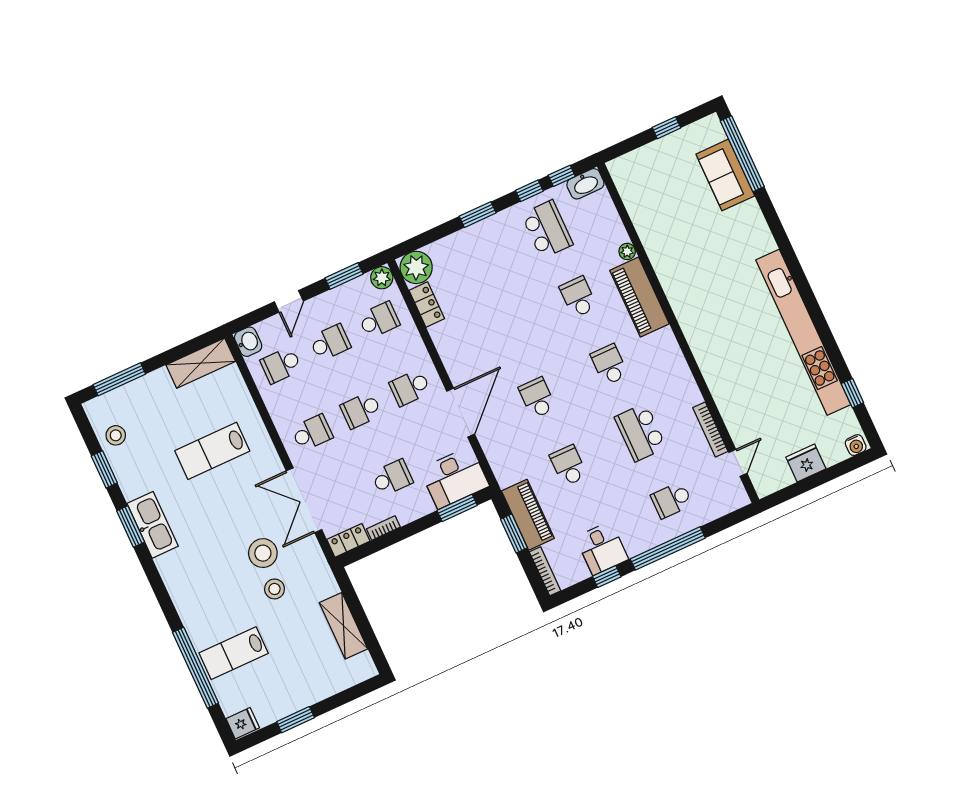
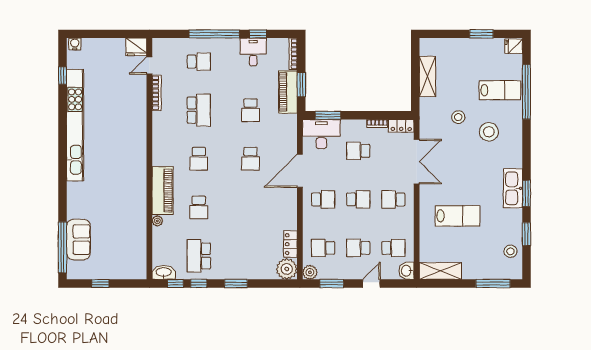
fridge: (806, 463) -> (136, 47), moved
stool: (263, 553) -> (489, 132), moved

